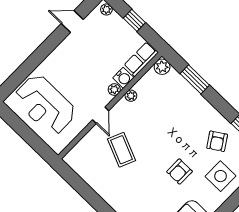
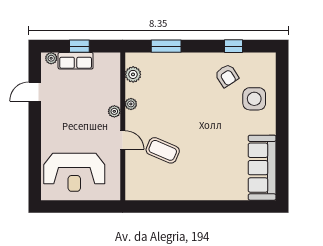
row of seats: (141, 59) -> (76, 61), moved, turned -90
plant: (162, 67) -> (133, 74), moved
water cooler: (123, 78) -> (113, 96), removed
armchair: (179, 172) -> (221, 125), removed

